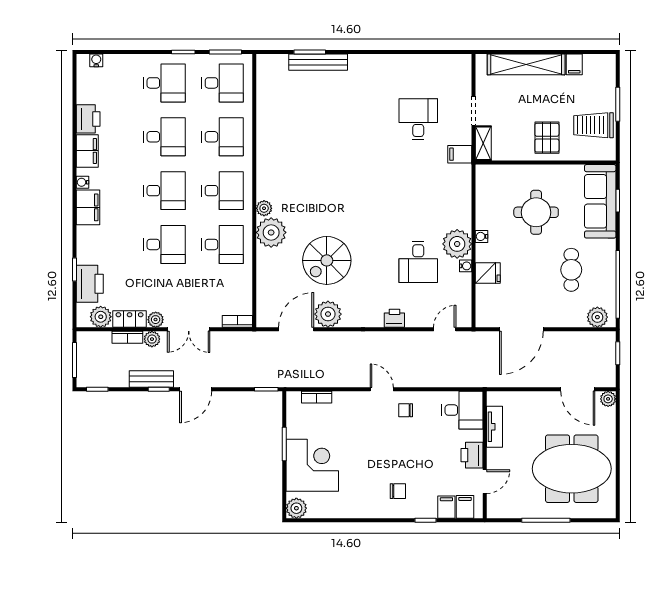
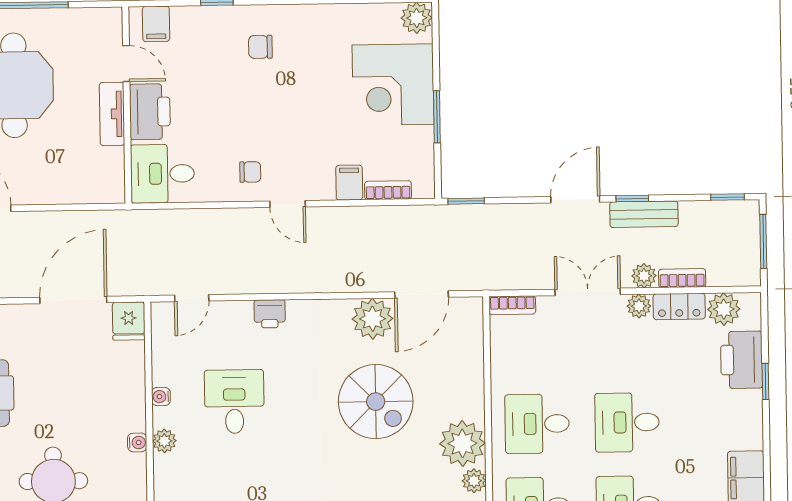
plant: (457, 244) -> (164, 441), width x0.53, depth x0.53
spiral stairs: (327, 260) -> (376, 402), turned 90
fridge: (488, 273) -> (129, 321), moved, turned -90
tv unit: (494, 427) -> (112, 114), moved
printer: (472, 455) -> (150, 112), width x1.37, depth x1.19
door: (485, 482) -> (126, 64), swing flipped
filing cabinet: (446, 507) -> (349, 183), moved, turned 180

